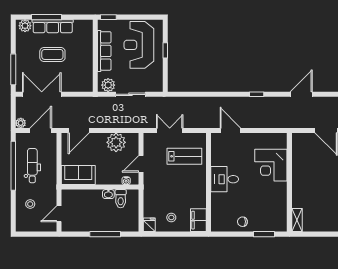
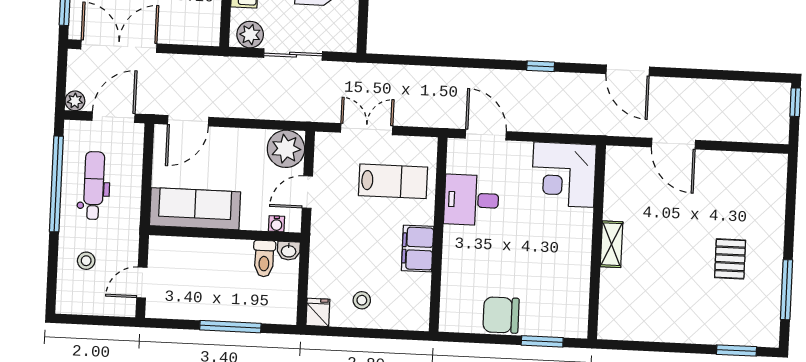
door: (301, 94) -> (628, 70), swing flipped
plant: (116, 142) -> (286, 149), moved
corner desk: (271, 165) -> (564, 175), moved
sofa: (78, 175) -> (195, 209), width x1.36
desk: (225, 179) -> (471, 200), moved
washbasin: (108, 194) -> (289, 251), moved
filing cabinet: (198, 220) -> (418, 249), moved
shelving: (297, 220) -> (612, 244), moved
chair: (242, 222) -> (501, 315), width x1.87, depth x1.87

